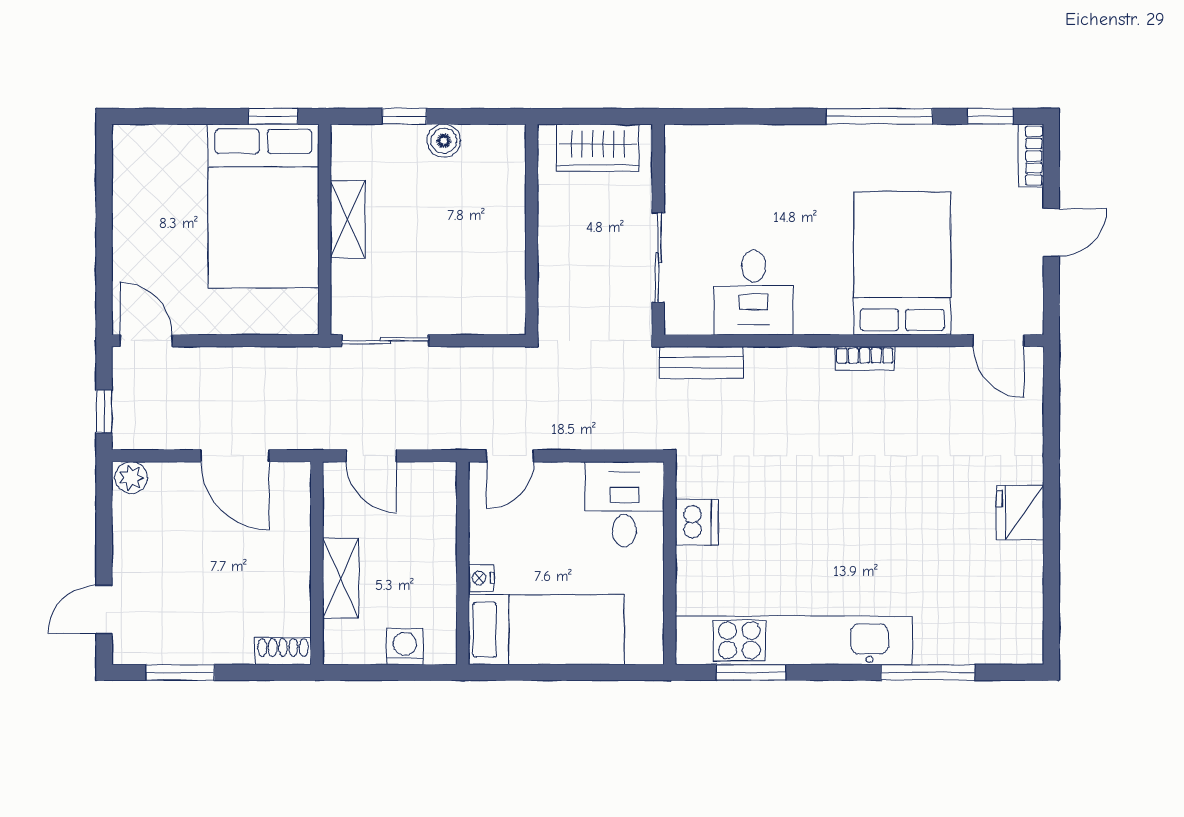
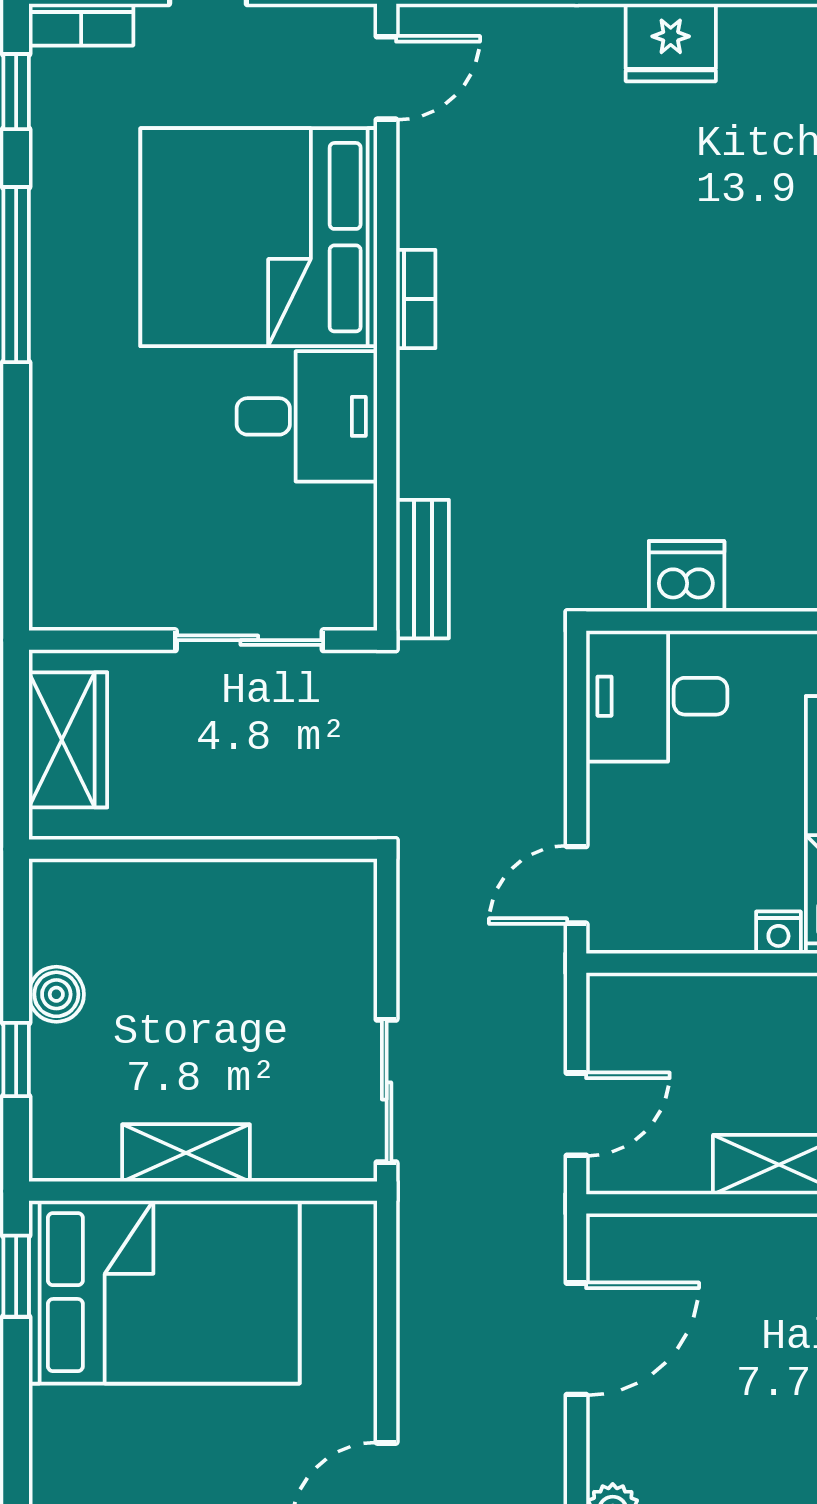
bed: (902, 263) -> (259, 237), width x1.36
desk: (754, 292) -> (307, 416), moved
door: (510, 456) -> (577, 885), swing flipped

